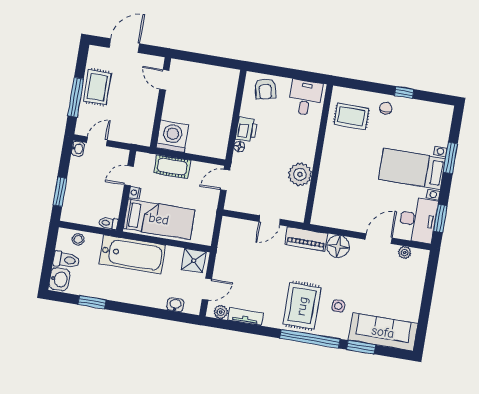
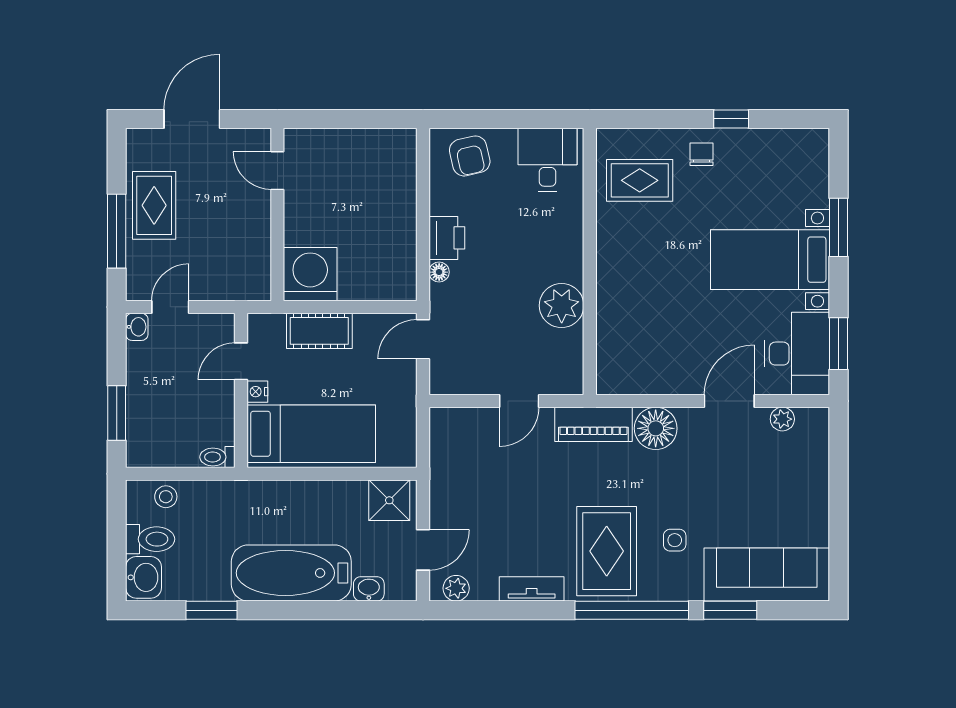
bathtub: (132, 254) -> (291, 573), moved, turned 180
tv unit: (245, 316) -> (532, 589), moved

